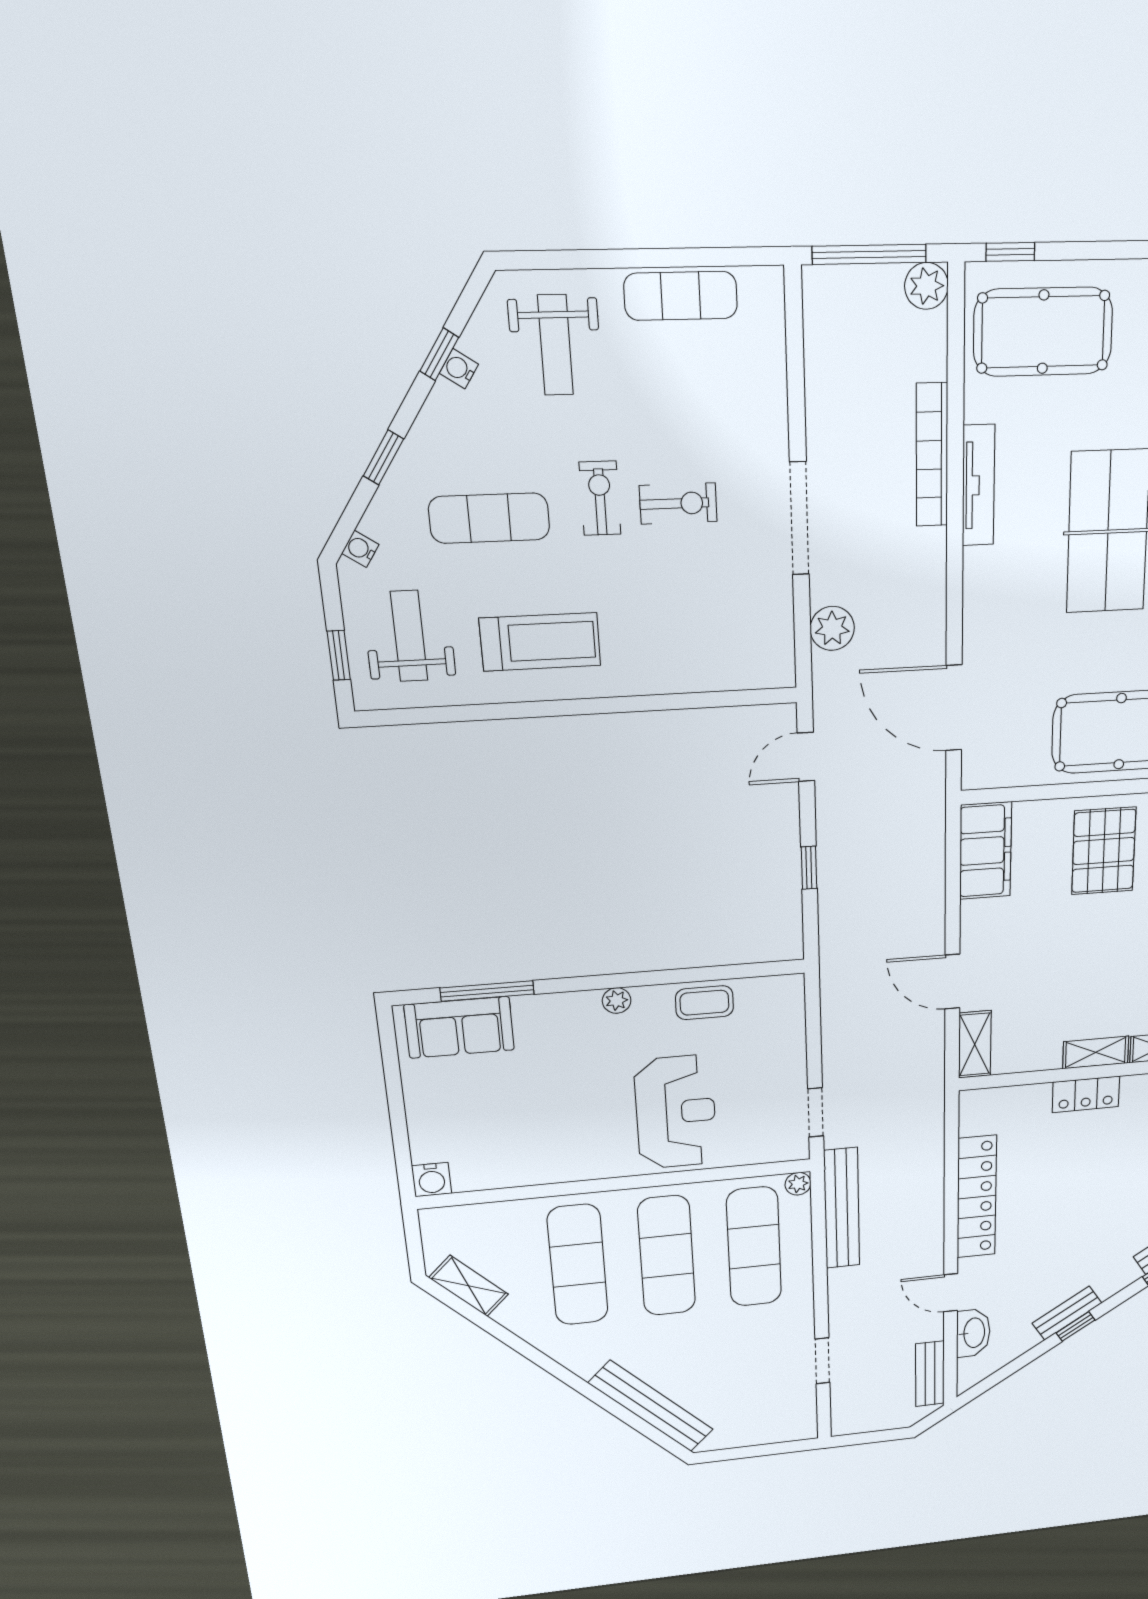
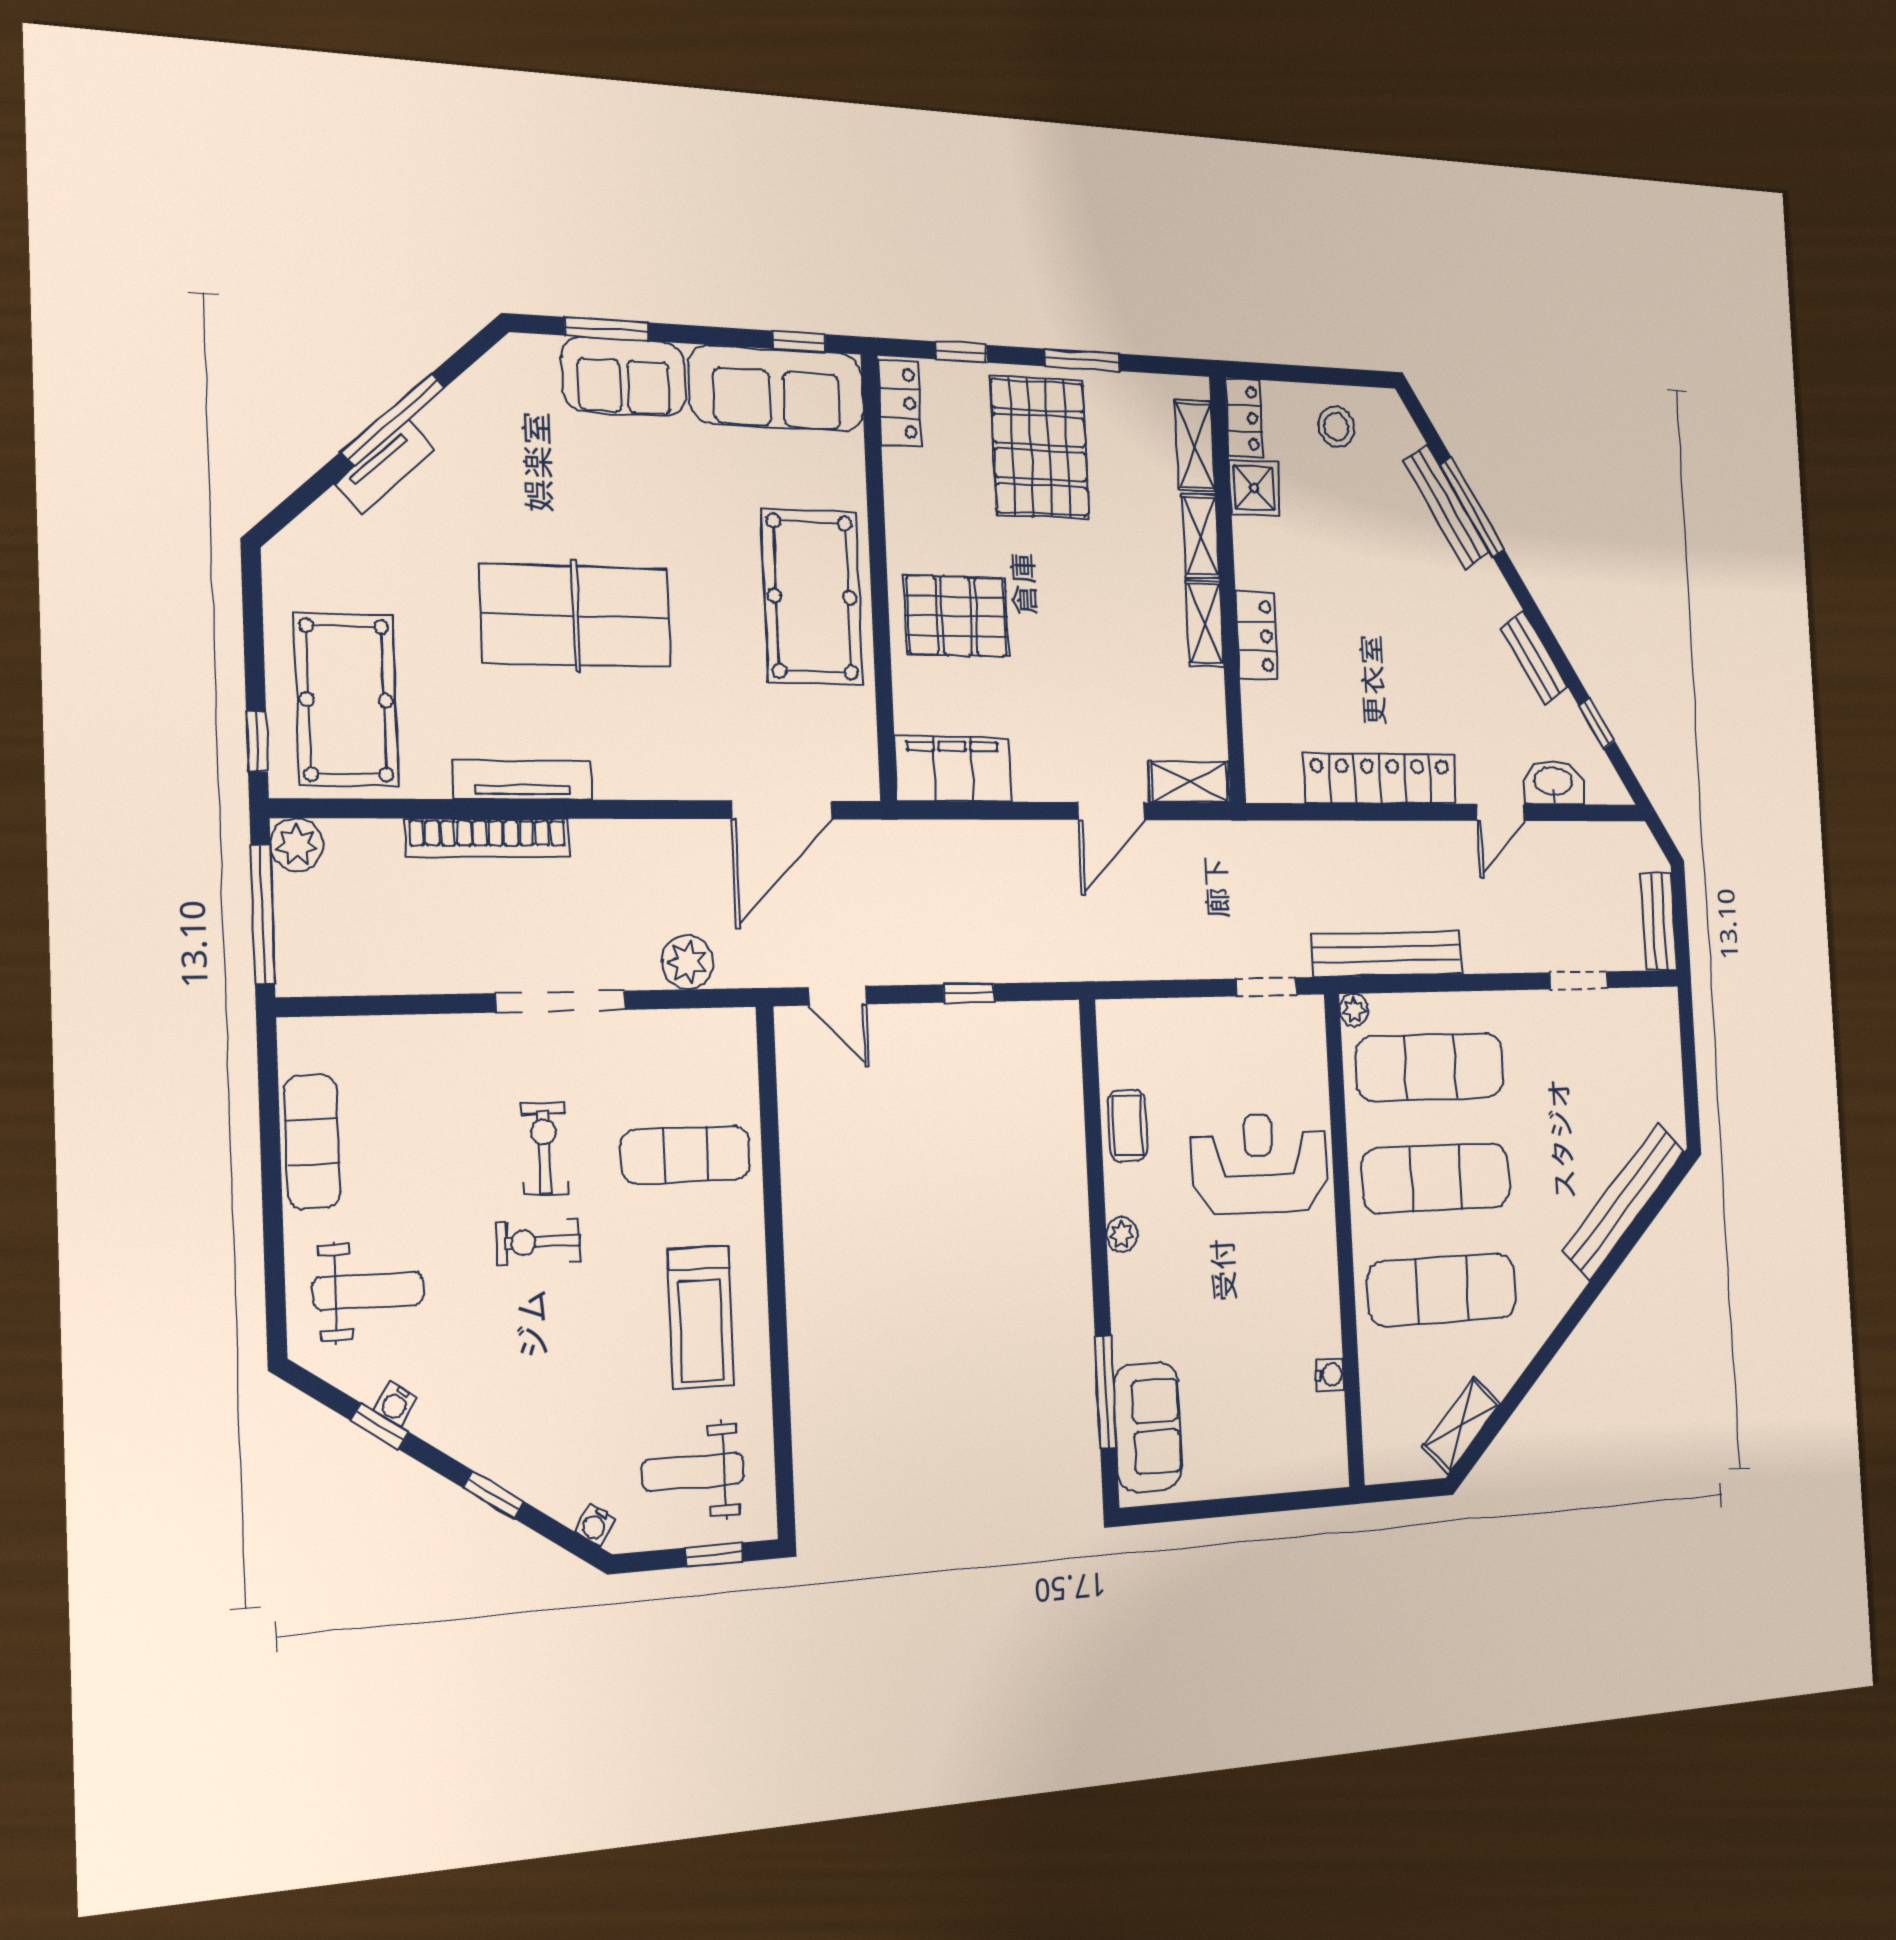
exercise mat: (489, 518) -> (686, 1155), moved, turned 90
treadmill: (540, 642) -> (701, 1317), turned 180
water cooler: (432, 1180) -> (1330, 1375), moved, width x0.72, depth x0.72
window: (1076, 1326) -> (1597, 723), moved
bench: (930, 1374) -> (1659, 922), moved, turned 90

